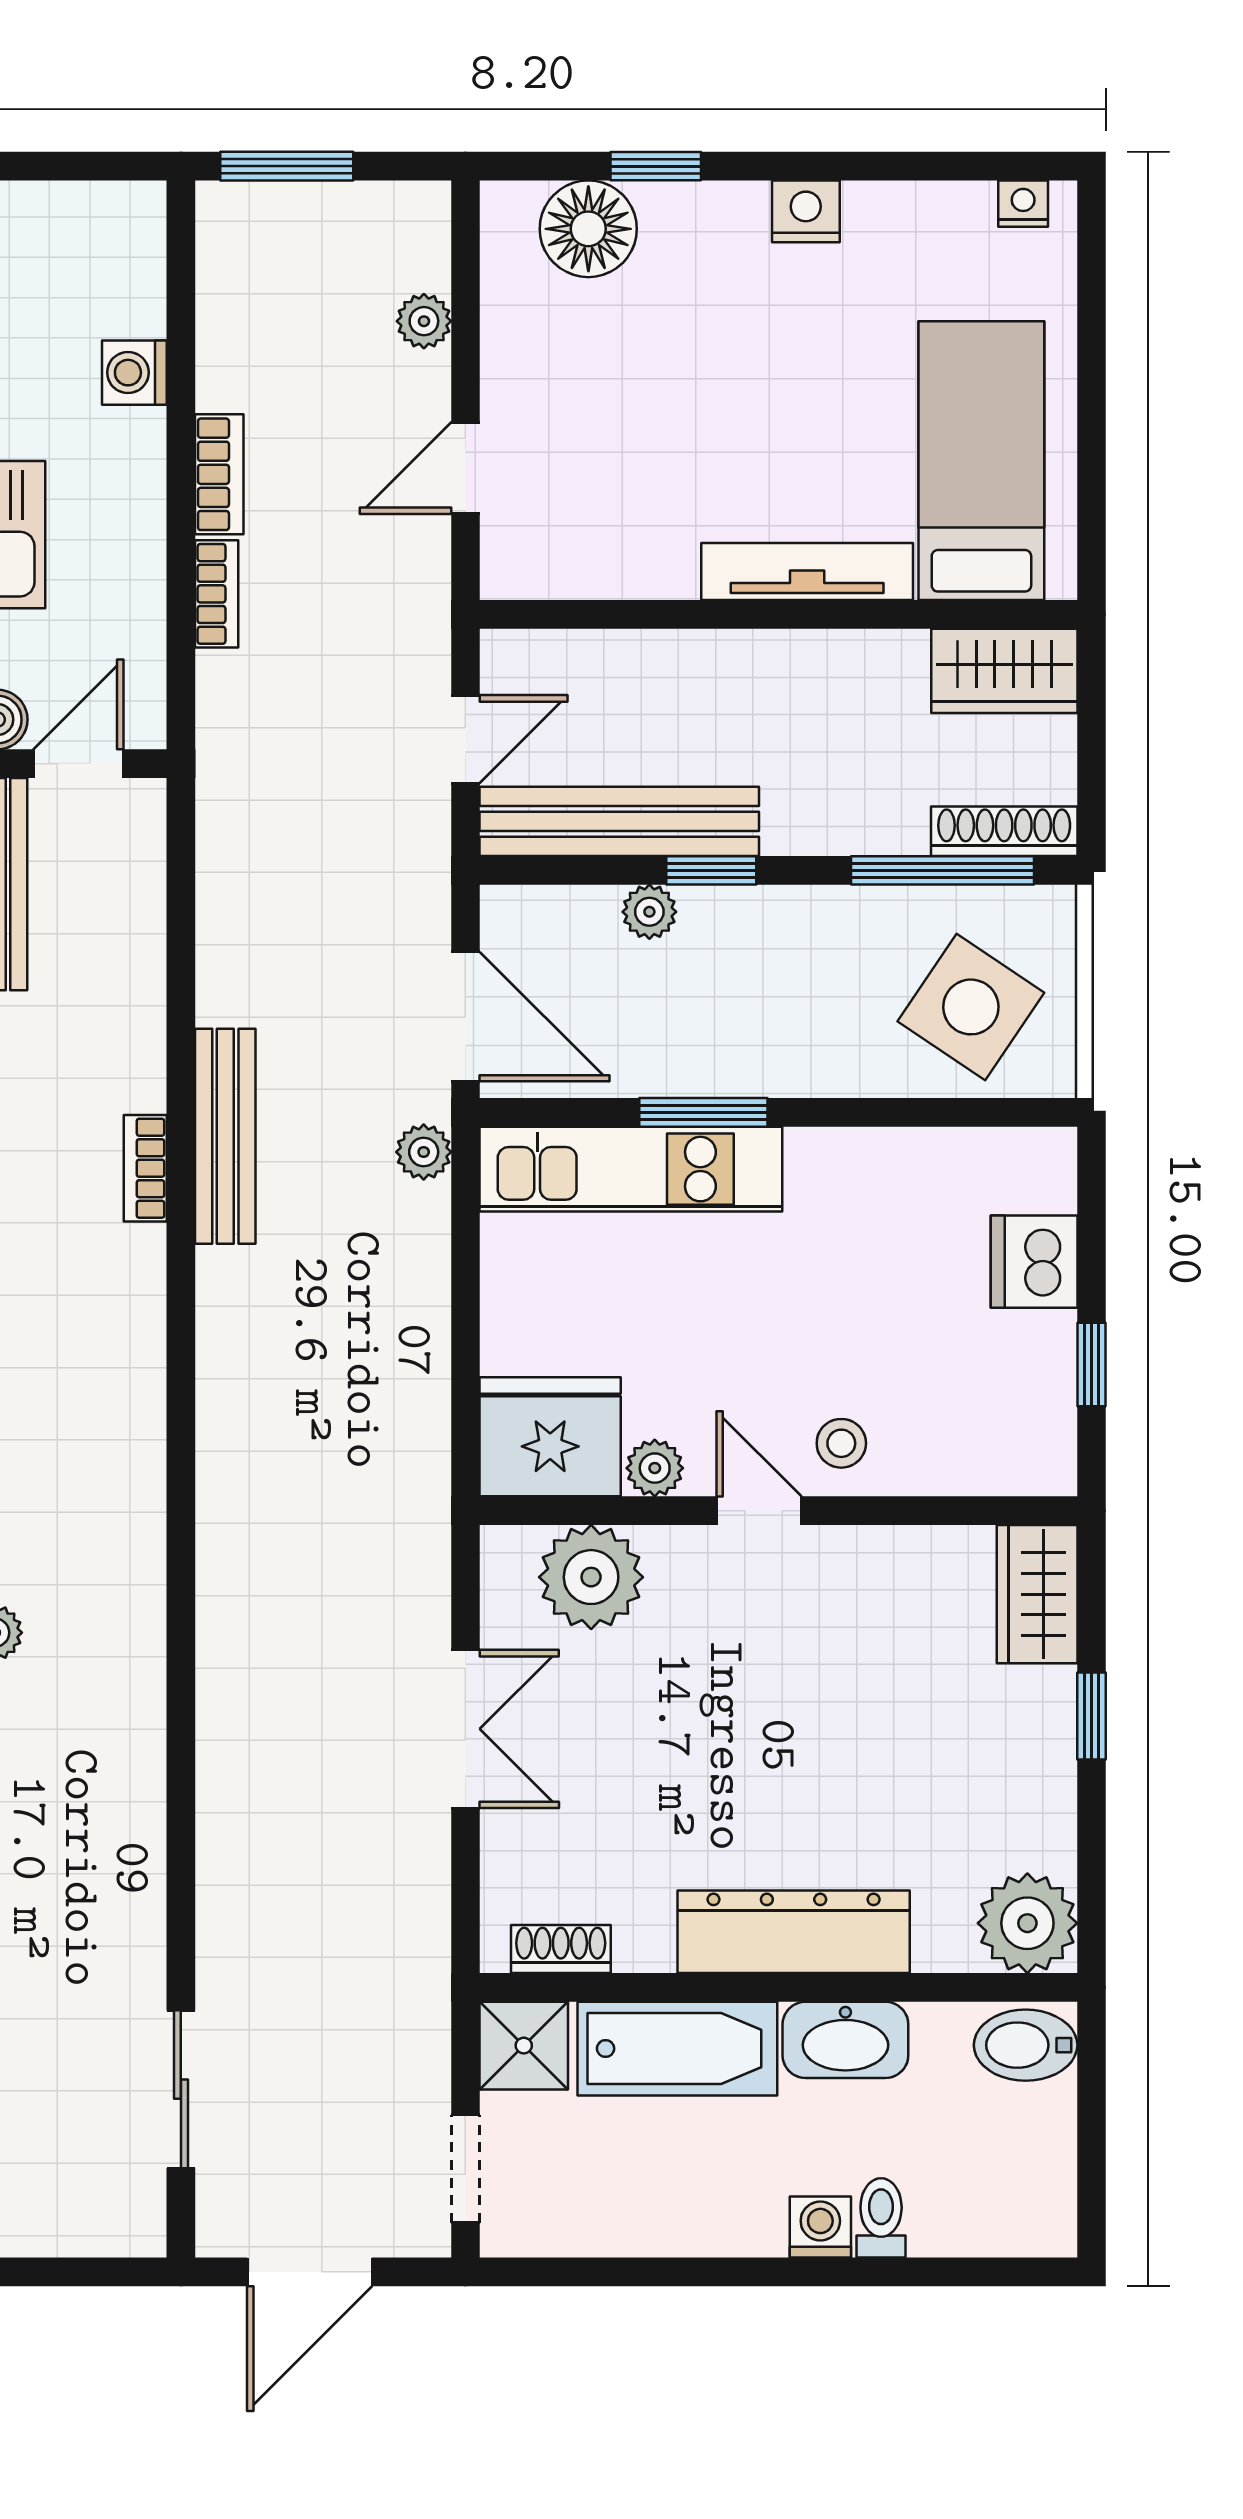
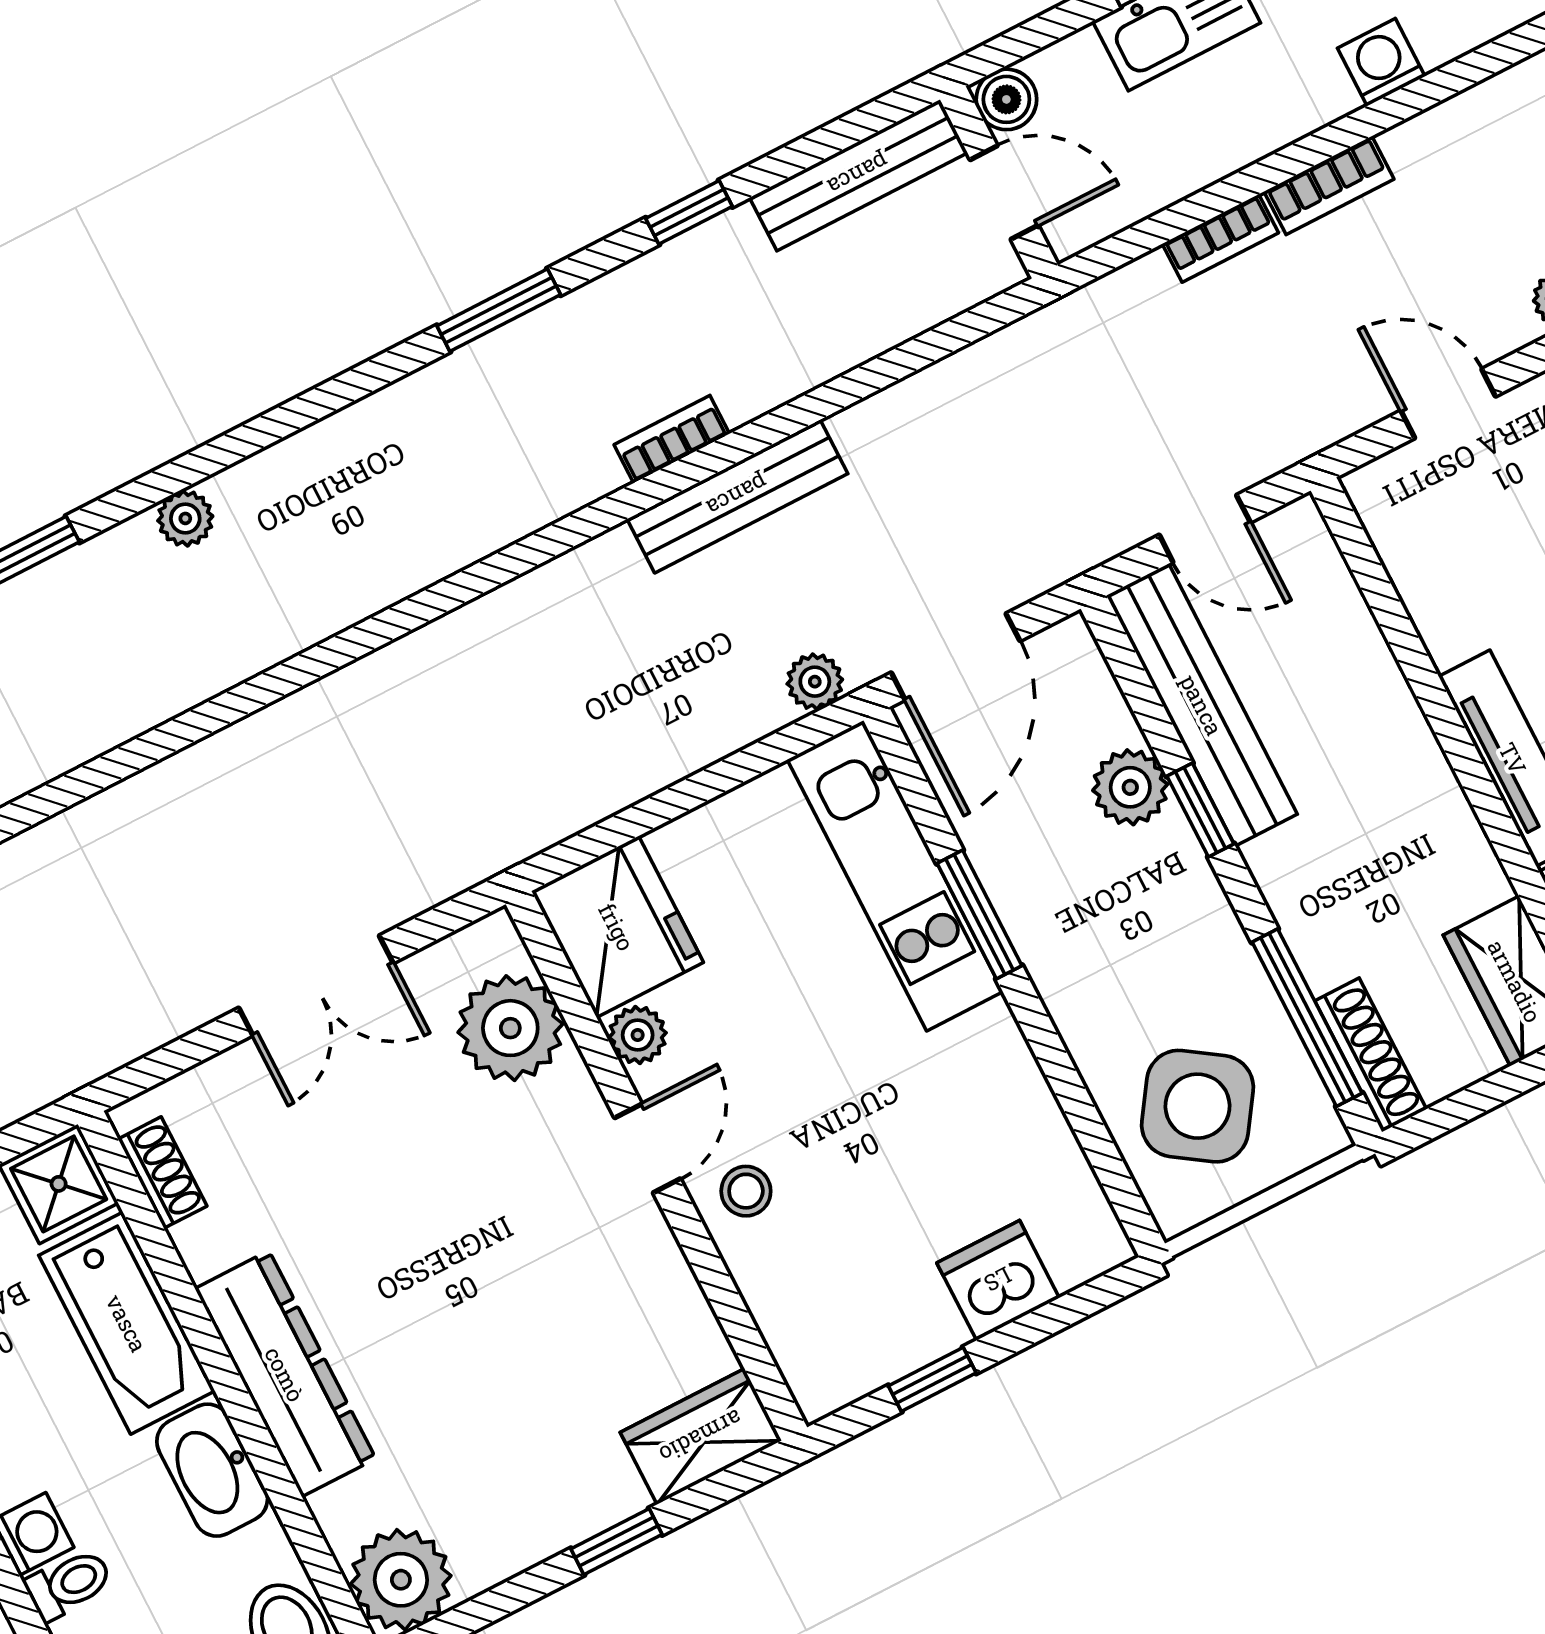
plant: (649, 912) -> (1130, 787), width x1.38, depth x1.38

